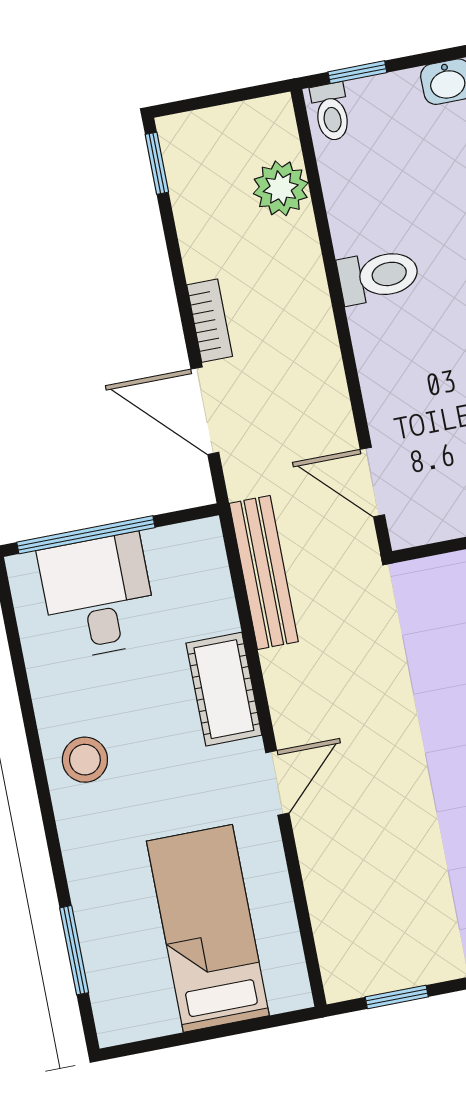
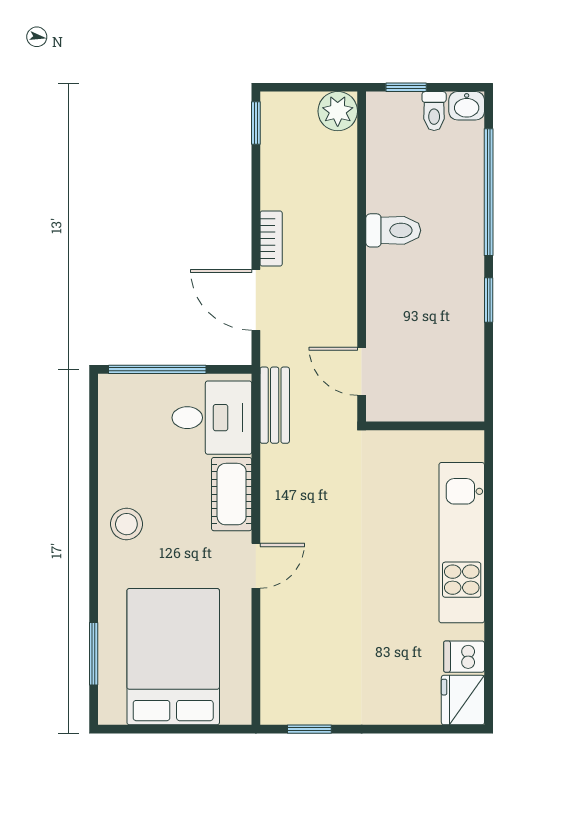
toilet: (331, 112) -> (434, 111), moved
plant: (281, 188) -> (338, 111), moved
bench: (264, 572) -> (275, 405), width x0.73
desk: (98, 596) -> (212, 418), moved, turned 90
bed: (208, 928) -> (173, 657), width x1.50

